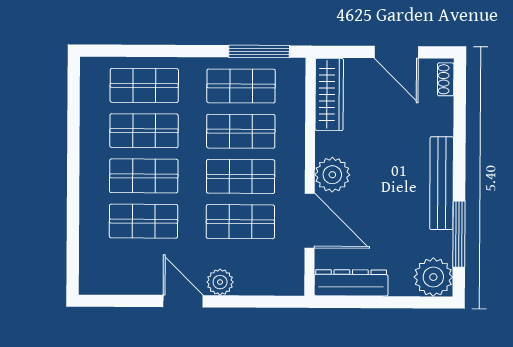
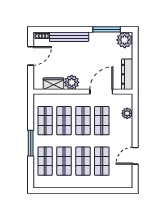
window: (259, 51) -> (31, 143), moved
wardrobe: (329, 94) -> (54, 84), width x0.67
plant: (332, 175) -> (72, 82), moved
bench: (442, 183) -> (69, 37), moved
plant: (220, 282) -> (127, 113), moved
door: (183, 301) -> (135, 156), moved

